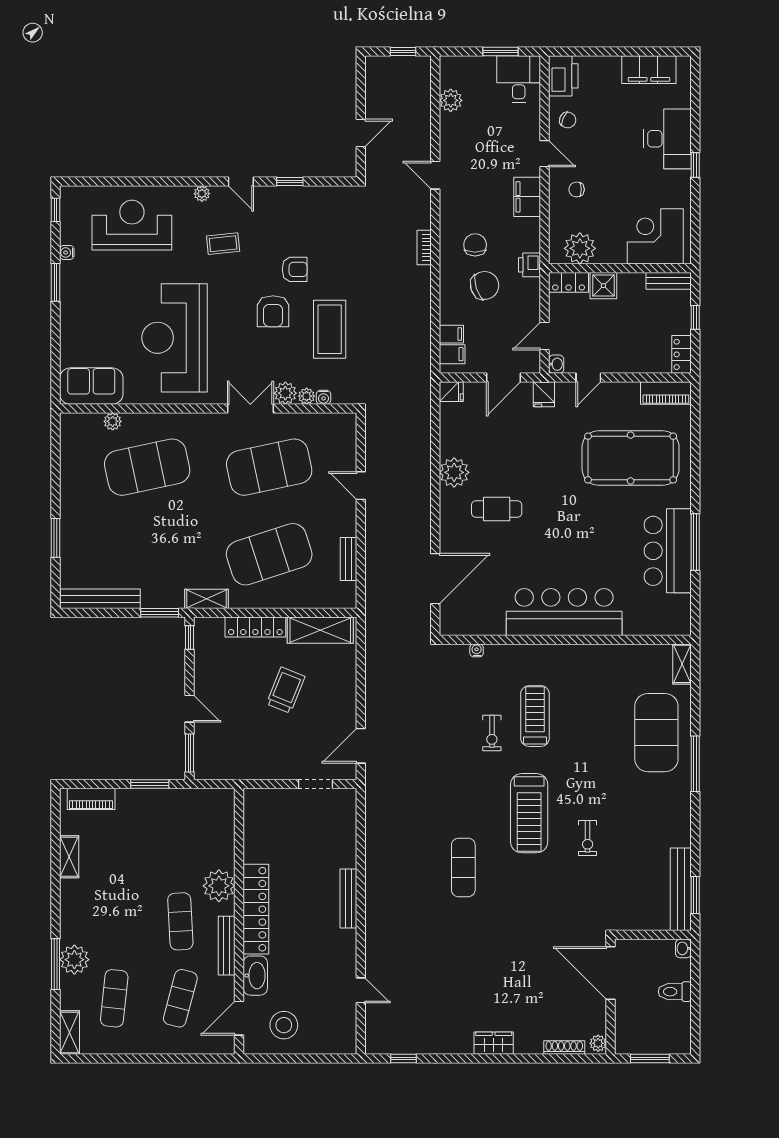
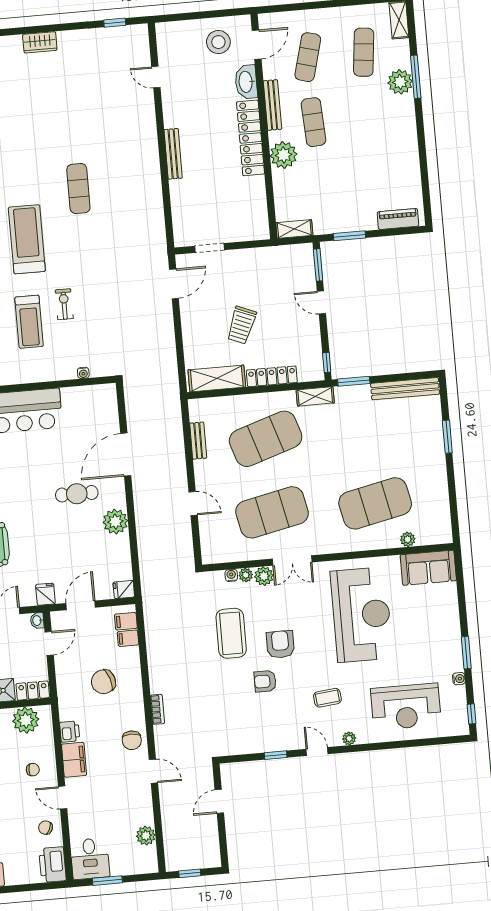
chair: (475, 245) -> (132, 740), moved
printer: (529, 265) -> (70, 732), moved
door: (435, 579) -> (126, 455), moved
shelving: (69, 857) -> (294, 229), moved, turned 90

